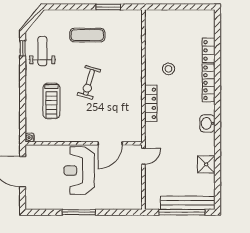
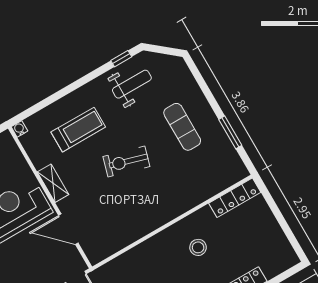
treadmill: (51, 101) -> (78, 130), turned 180
locker: (151, 103) -> (235, 198), moved
shelving: (76, 136) -> (53, 183), added

